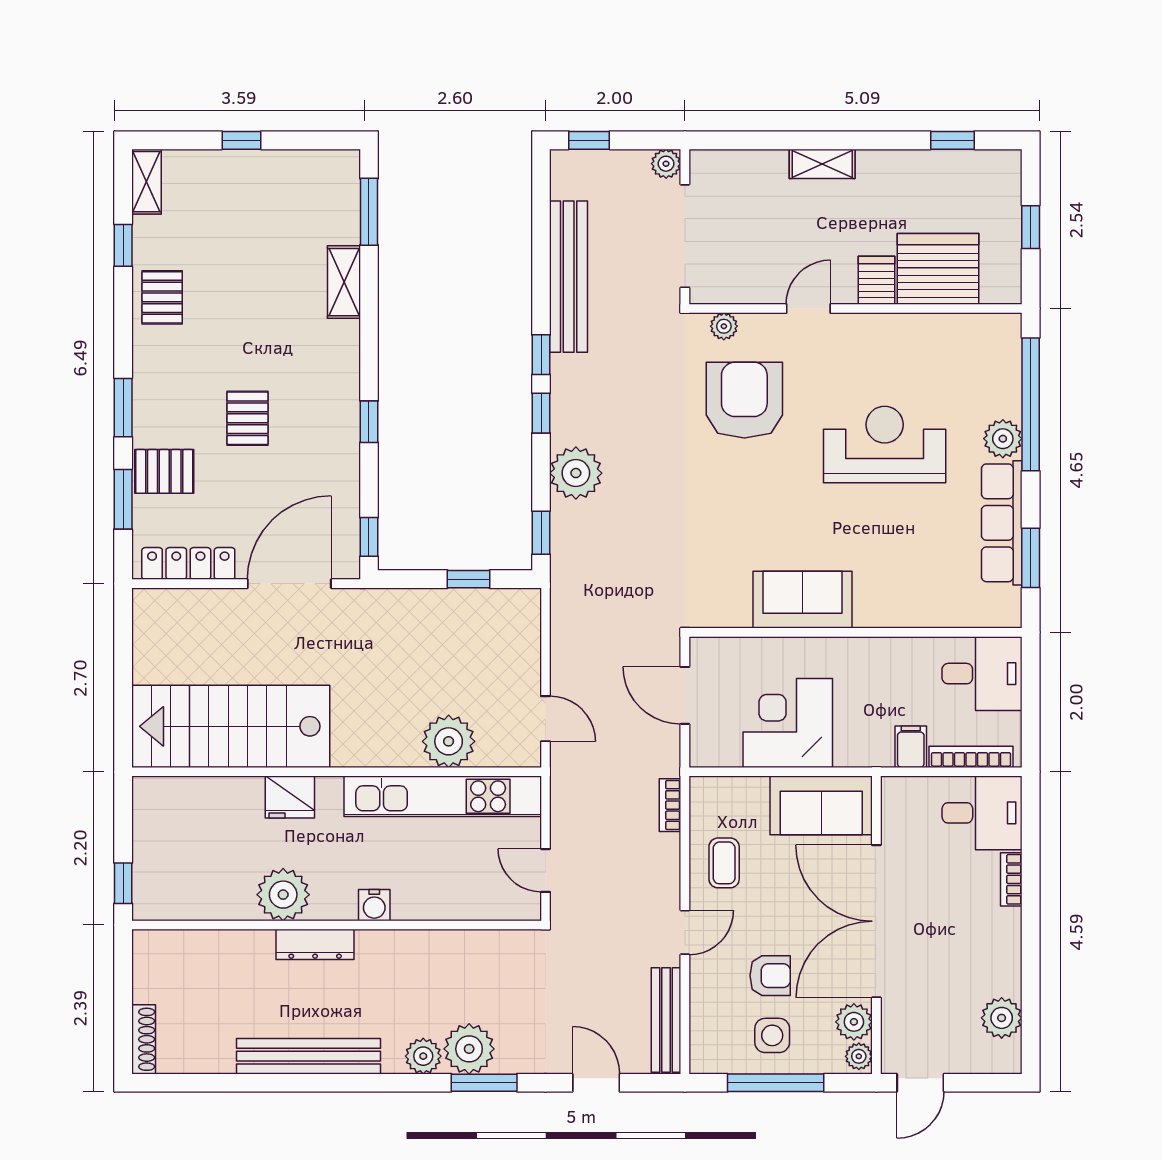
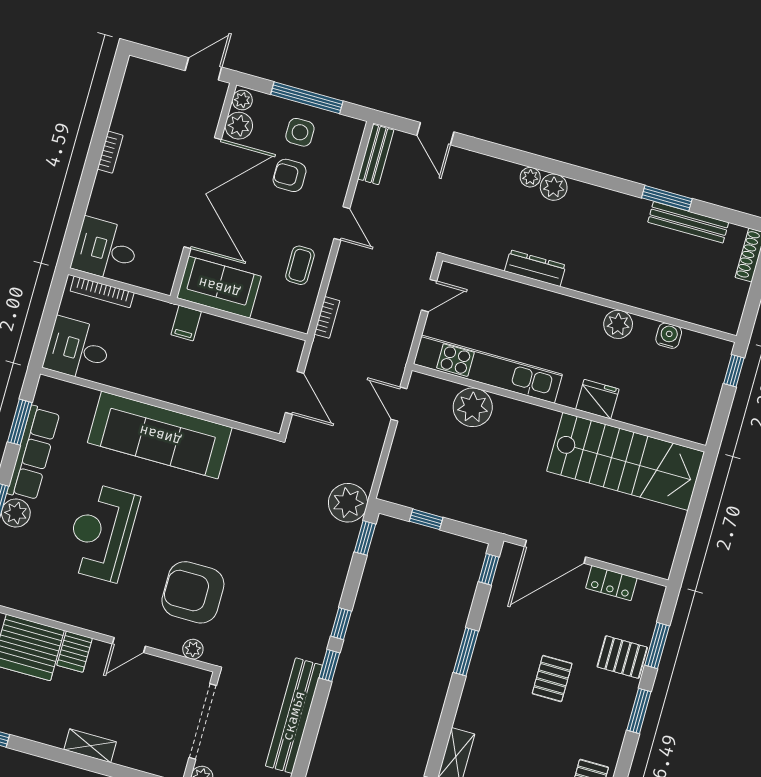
armchair: (744, 400) -> (193, 592), turned 90
window: (369, 422) -> (466, 652), width x1.50
reception desk: (885, 445) -> (102, 532), turned 90
plant: (576, 473) -> (348, 503), moved
locker: (188, 563) -> (611, 583), width x0.66
sofa: (802, 600) -> (160, 435), width x1.85, depth x1.27
corner desk: (788, 723) -> (226, 353), removed
filing cabinet: (911, 747) -> (186, 323), moved
door: (546, 870) -> (429, 296), hinge flipped
bookcase: (1011, 879) -> (110, 152), moved
plant: (283, 895) -> (618, 324), width x0.73, depth x0.73
water cooler: (374, 905) -> (669, 336), moved
door: (685, 932) -> (342, 223), swing flipped
dresser: (315, 944) -> (535, 268), moved
plant: (1002, 1018) -> (132, 99), removed
bench: (666, 1020) -> (376, 154), width x0.73
plant: (469, 1049) -> (530, 177), width x0.53, depth x0.53
bench: (308, 1056) -> (688, 222), moved, width x0.73, depth x0.82
window: (484, 1083) -> (667, 198), moved

